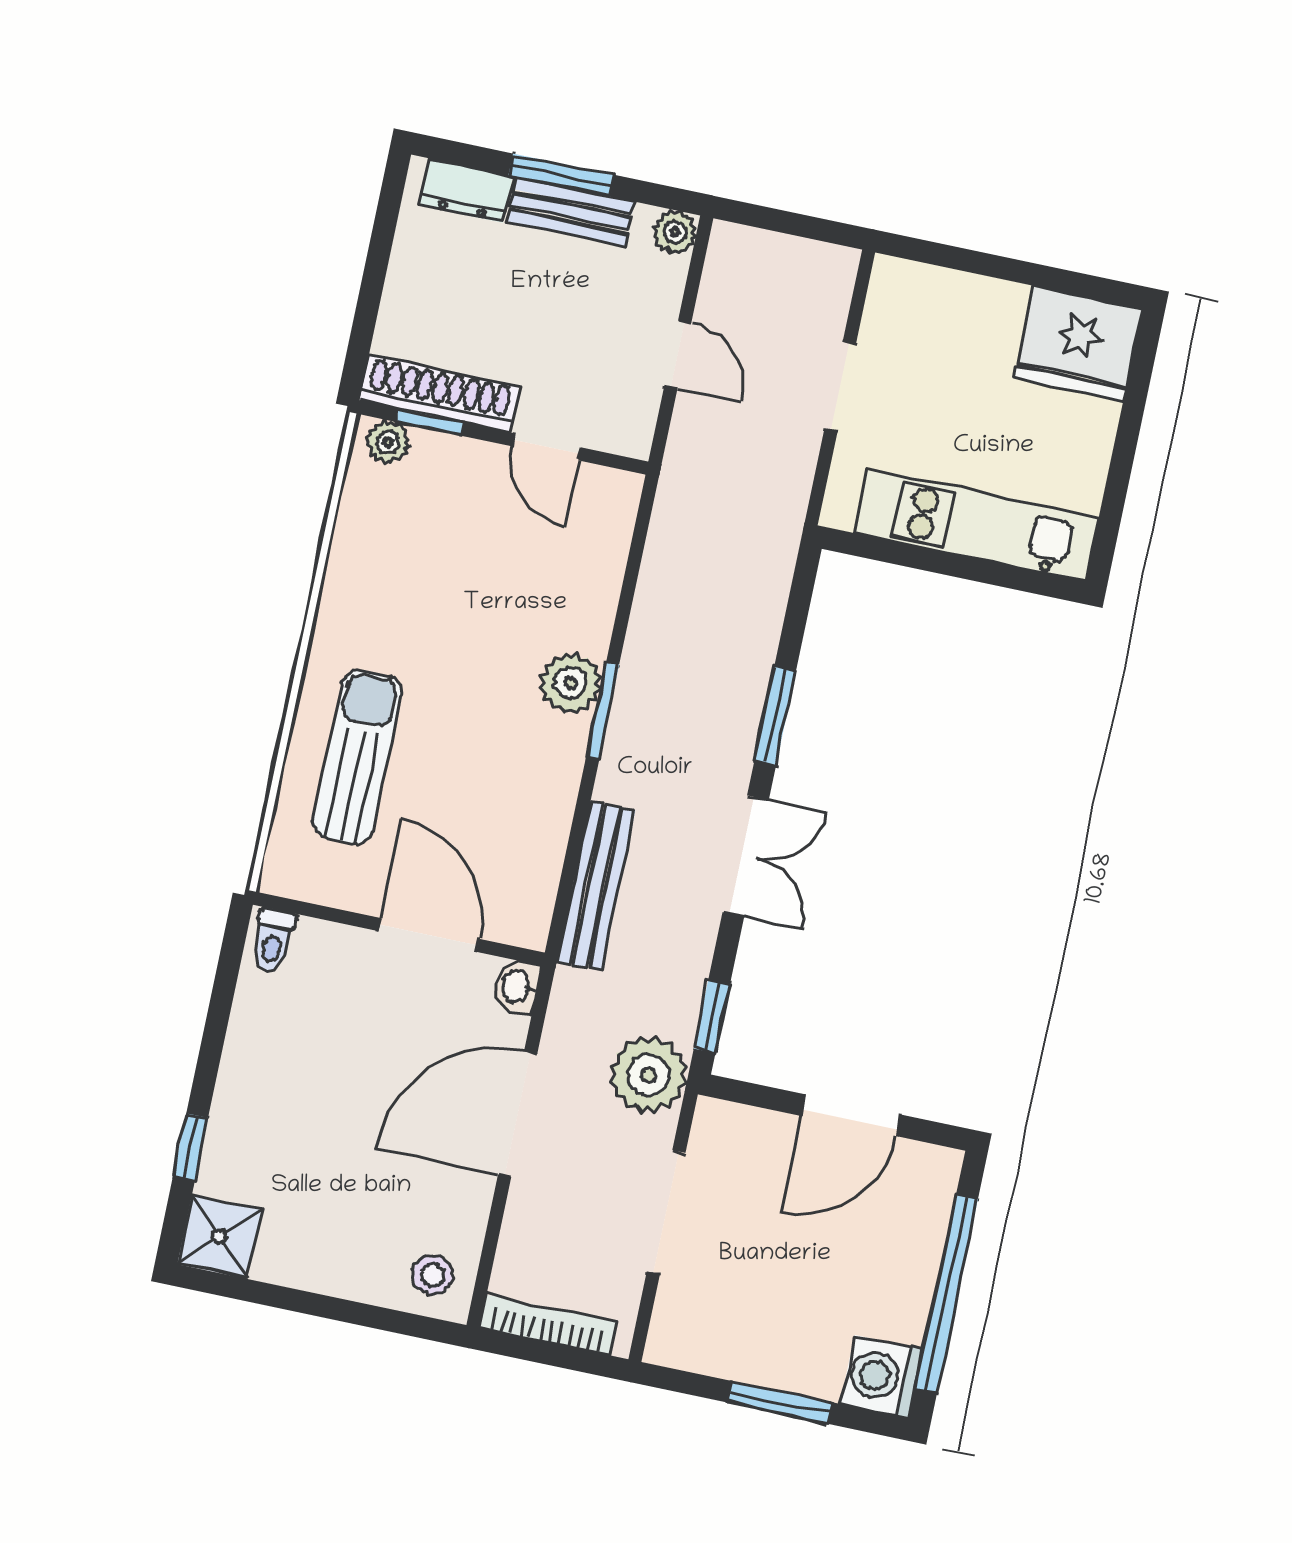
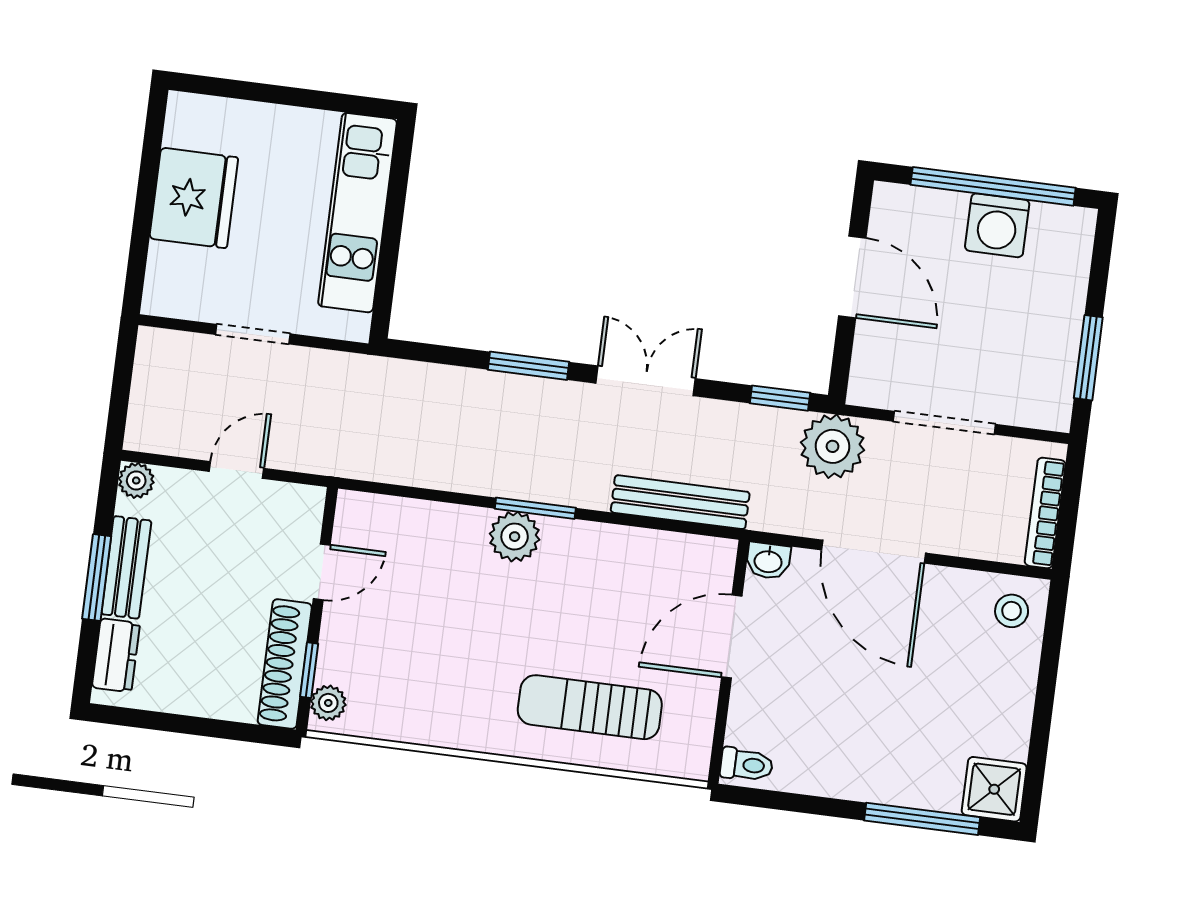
fridge: (1079, 343) -> (194, 198), moved
window: (191, 1147) -> (922, 819), width x2.17
washing machine: (882, 1377) -> (997, 225), moved
window: (780, 1402) -> (1088, 358), moved

